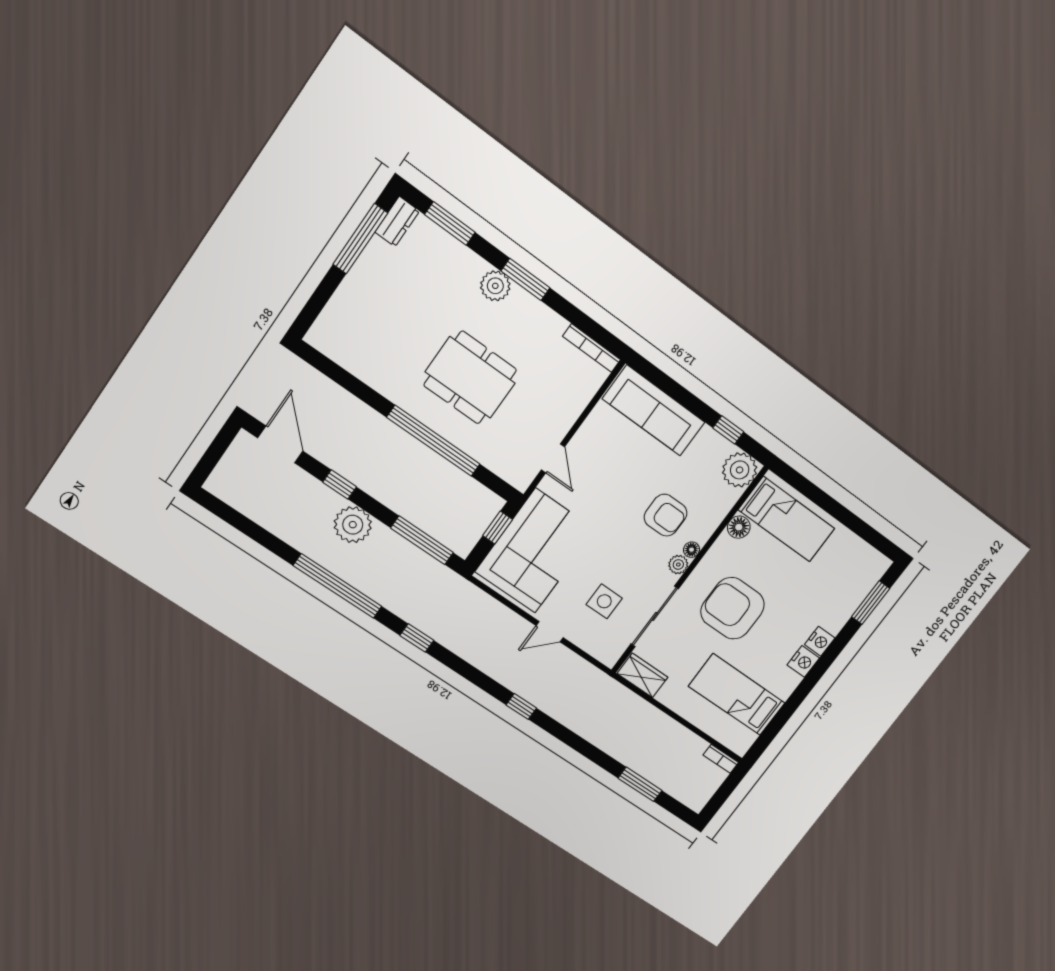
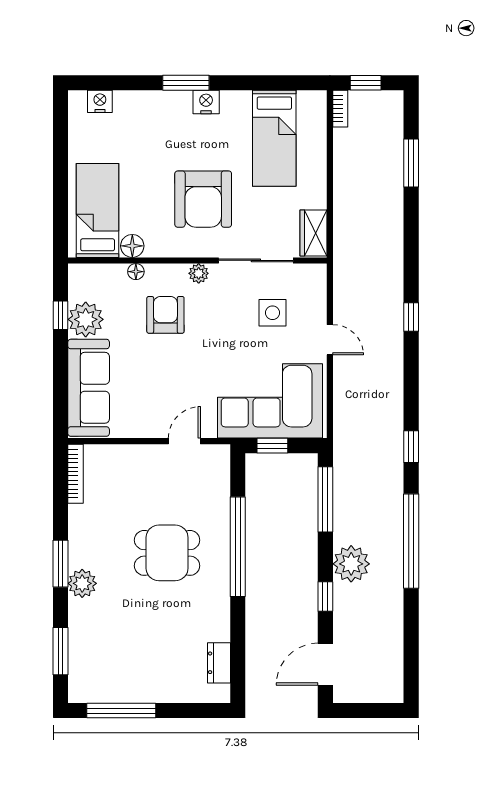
dresser: (397, 222) -> (219, 663), moved, turned -90
dining table: (470, 378) -> (167, 553), width x0.73
plant: (740, 470) -> (86, 319), moved
floor lamp: (692, 550) -> (136, 272), moved
window: (871, 603) -> (186, 83), moved
nightstand: (820, 641) -> (100, 101), moved
window: (725, 790) -> (366, 83), added

